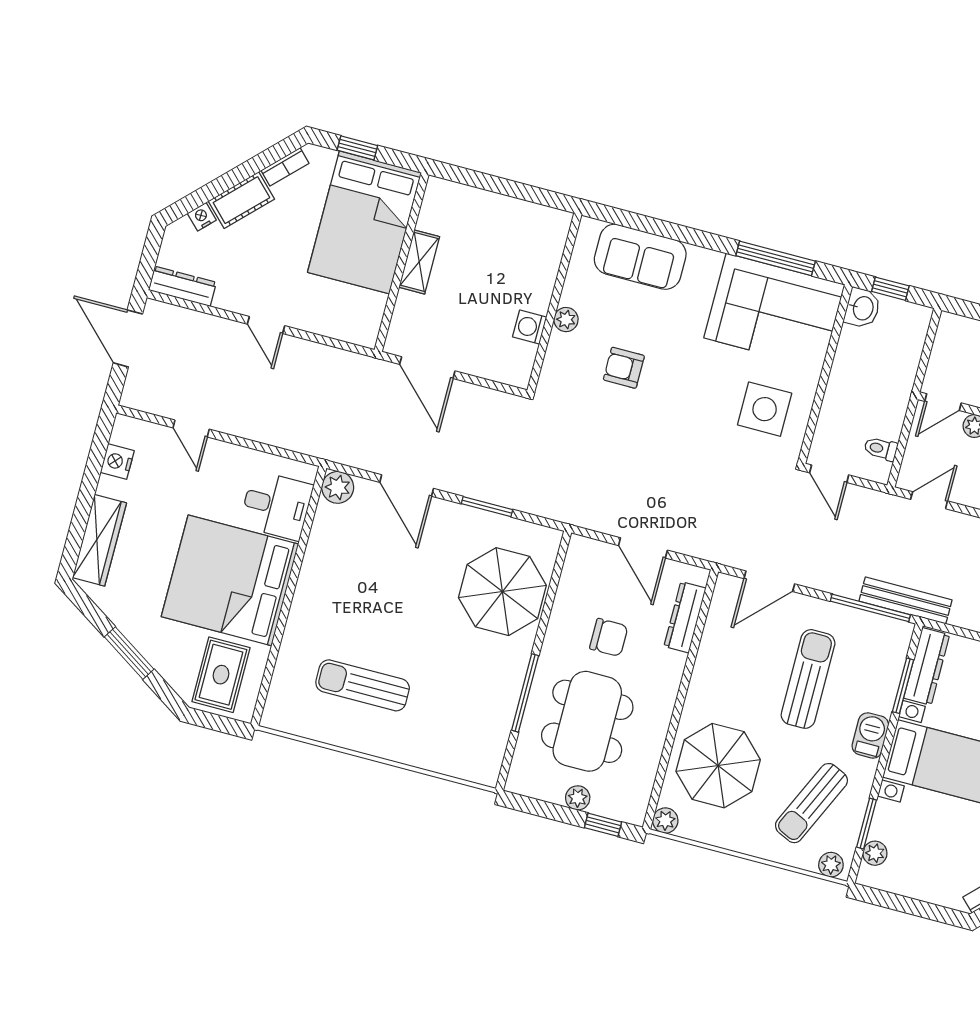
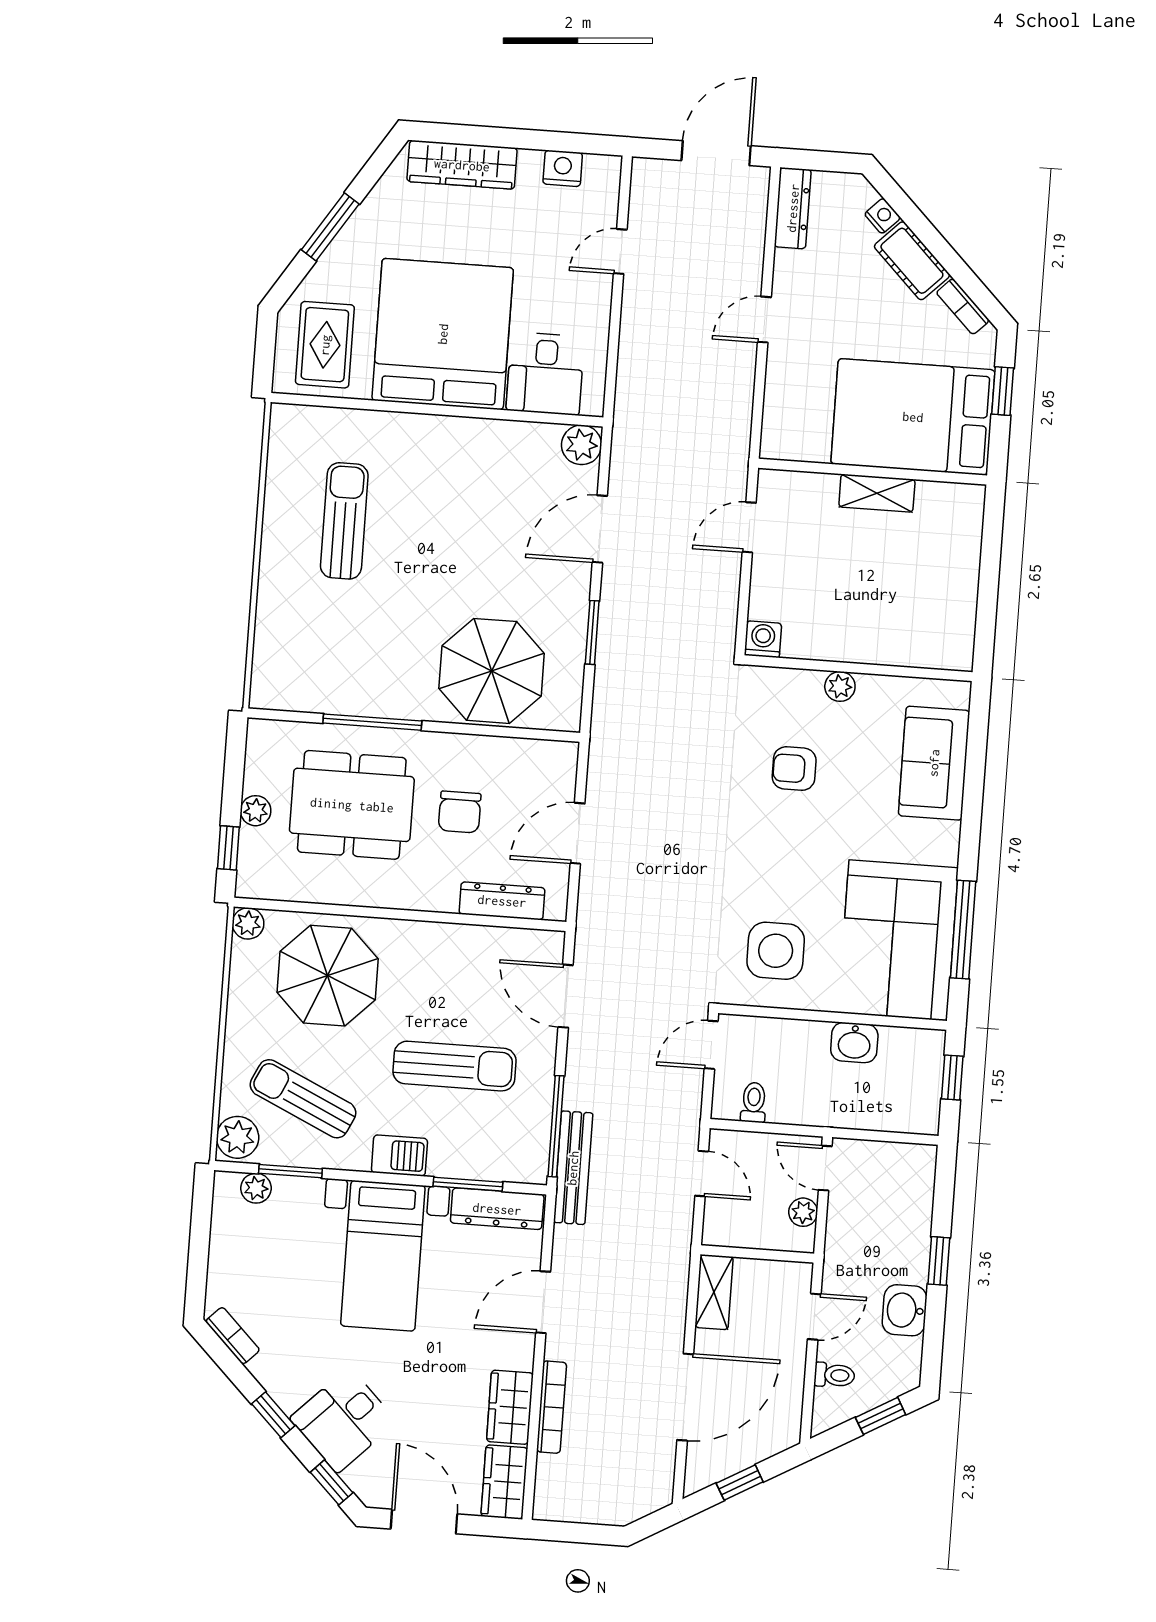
washbasin: (862, 308) -> (854, 1043), moved
washing machine: (530, 327) -> (763, 639), moved
door: (427, 368) -> (749, 527), width x0.73
armchair: (624, 368) -> (794, 769), turned -90
rug: (221, 675) -> (325, 345), turned 90
plant: (831, 865) -> (238, 1137), width x1.38, depth x1.38

